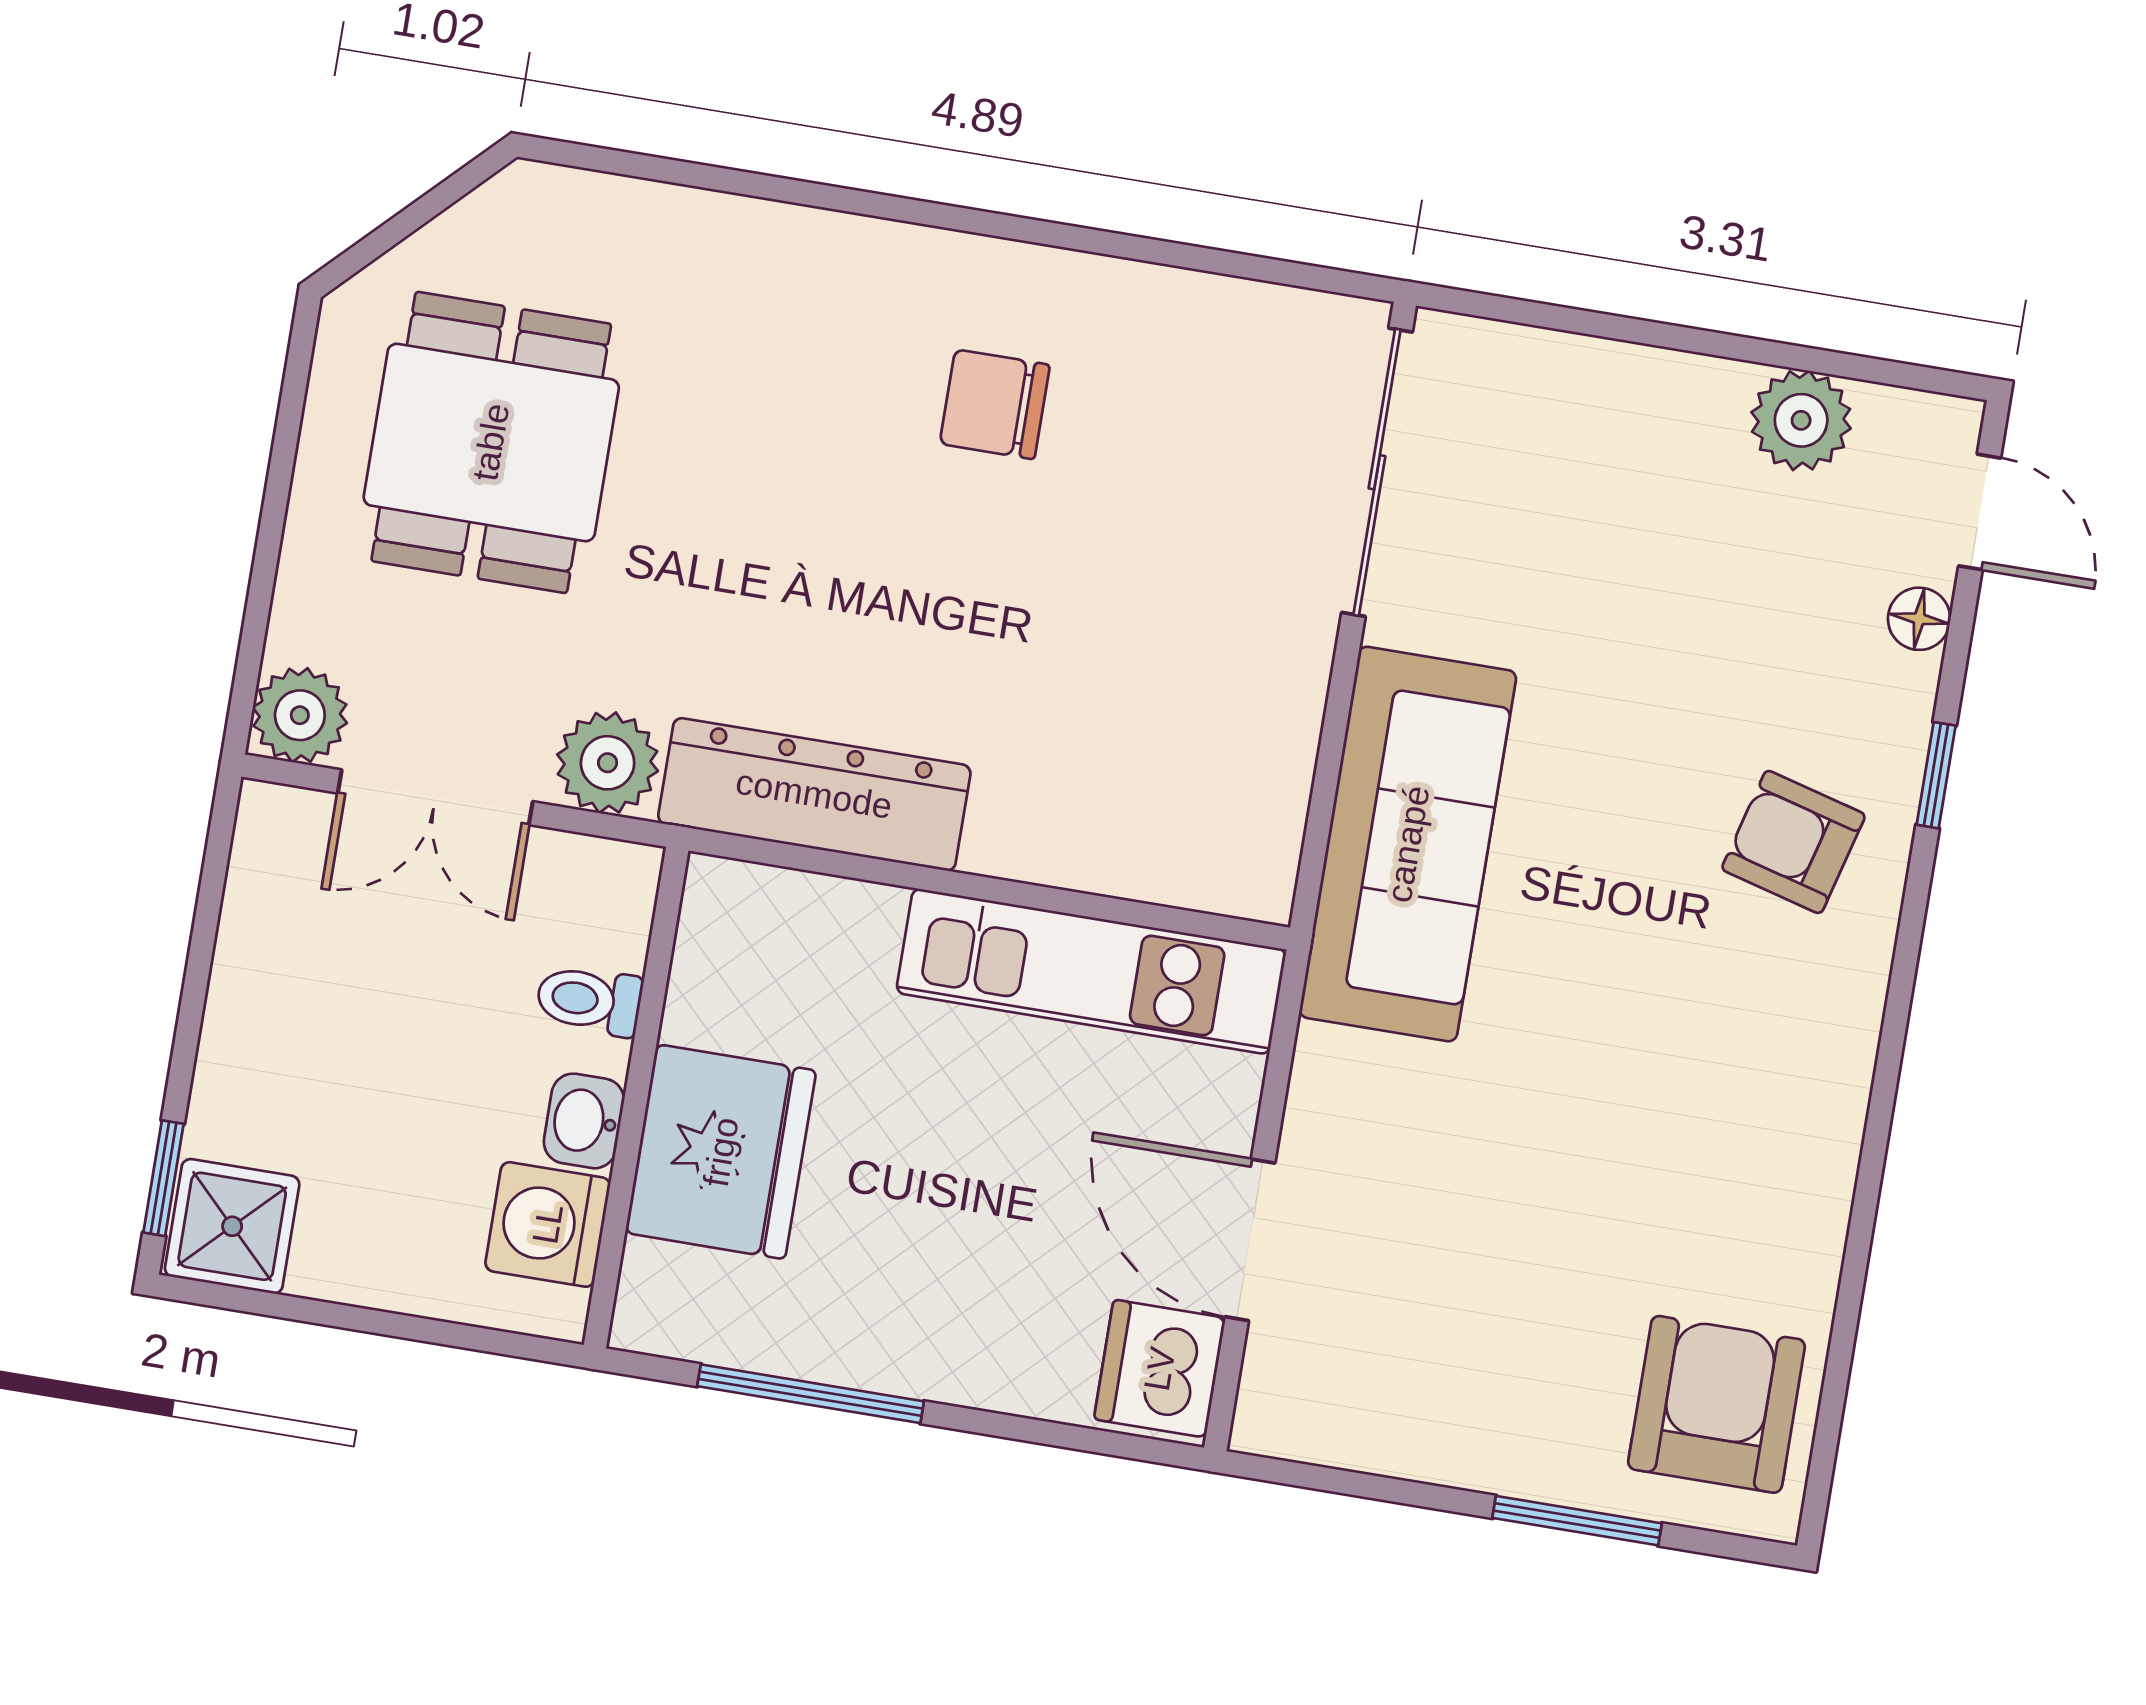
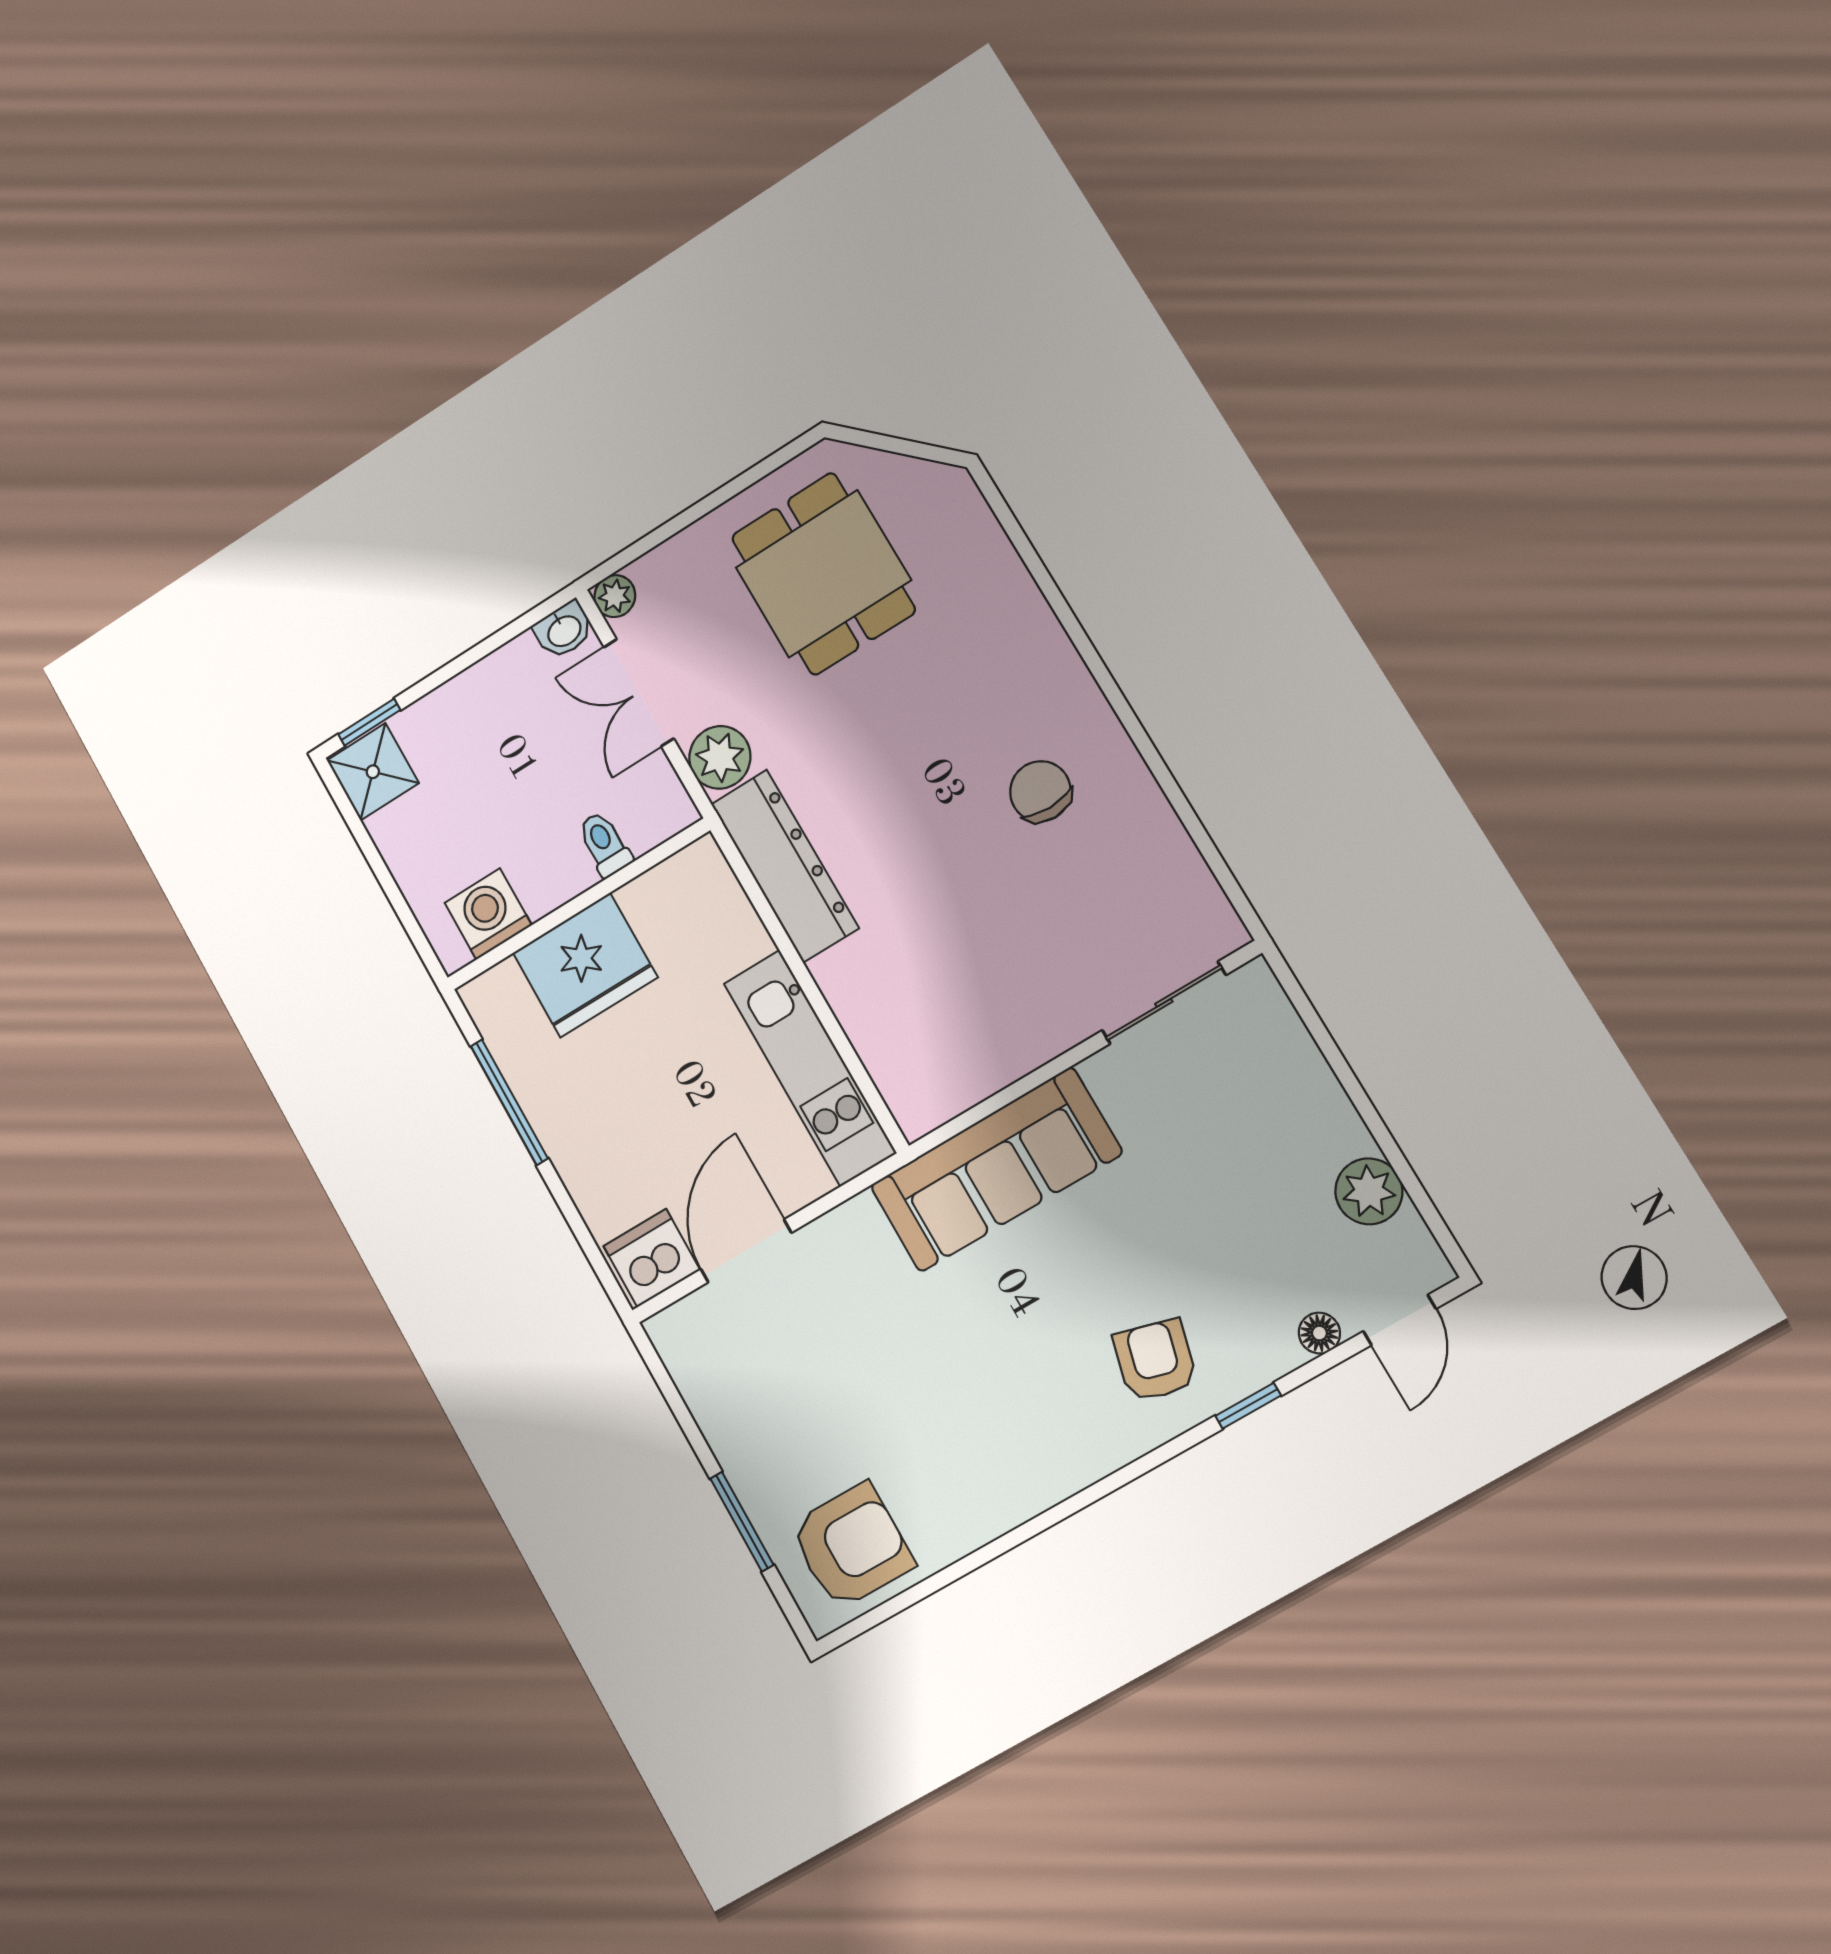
dining table: (491, 442) -> (823, 574), turned 90
sliding door: (1377, 472) -> (1164, 1003), width x0.73
plant: (300, 715) -> (615, 596), width x0.73, depth x0.73
washbasin: (584, 1121) -> (564, 630), moved, turned 180

